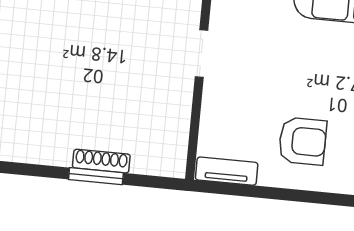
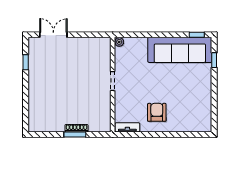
armchair: (303, 141) -> (157, 112), turned -90

